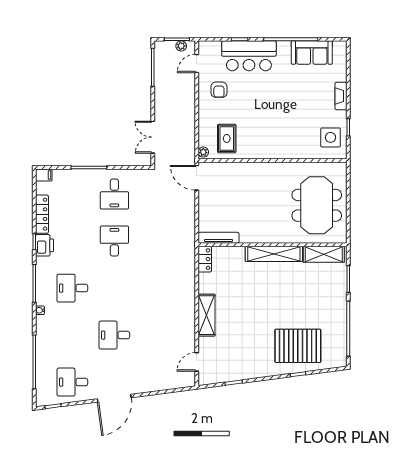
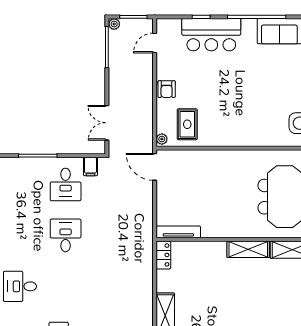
plant: (181, 46) -> (114, 24), moved
armchair: (219, 90) -> (167, 89), moved
filing cabinet: (137, 177) -> (91, 167), added
shelving: (274, 254) -> (248, 249), width x0.68

